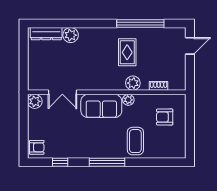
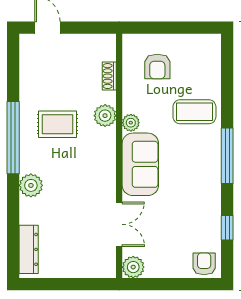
window: (140, 24) -> (13, 138), moved
plant: (71, 35) -> (31, 185), moved

